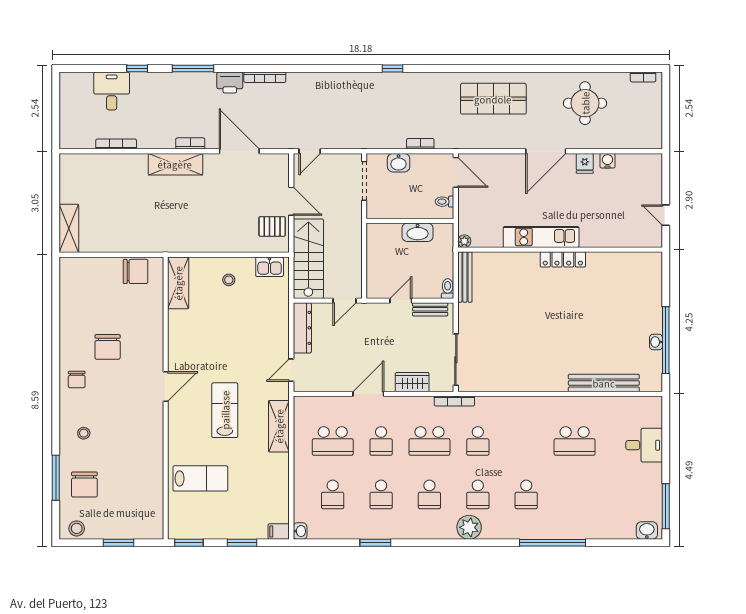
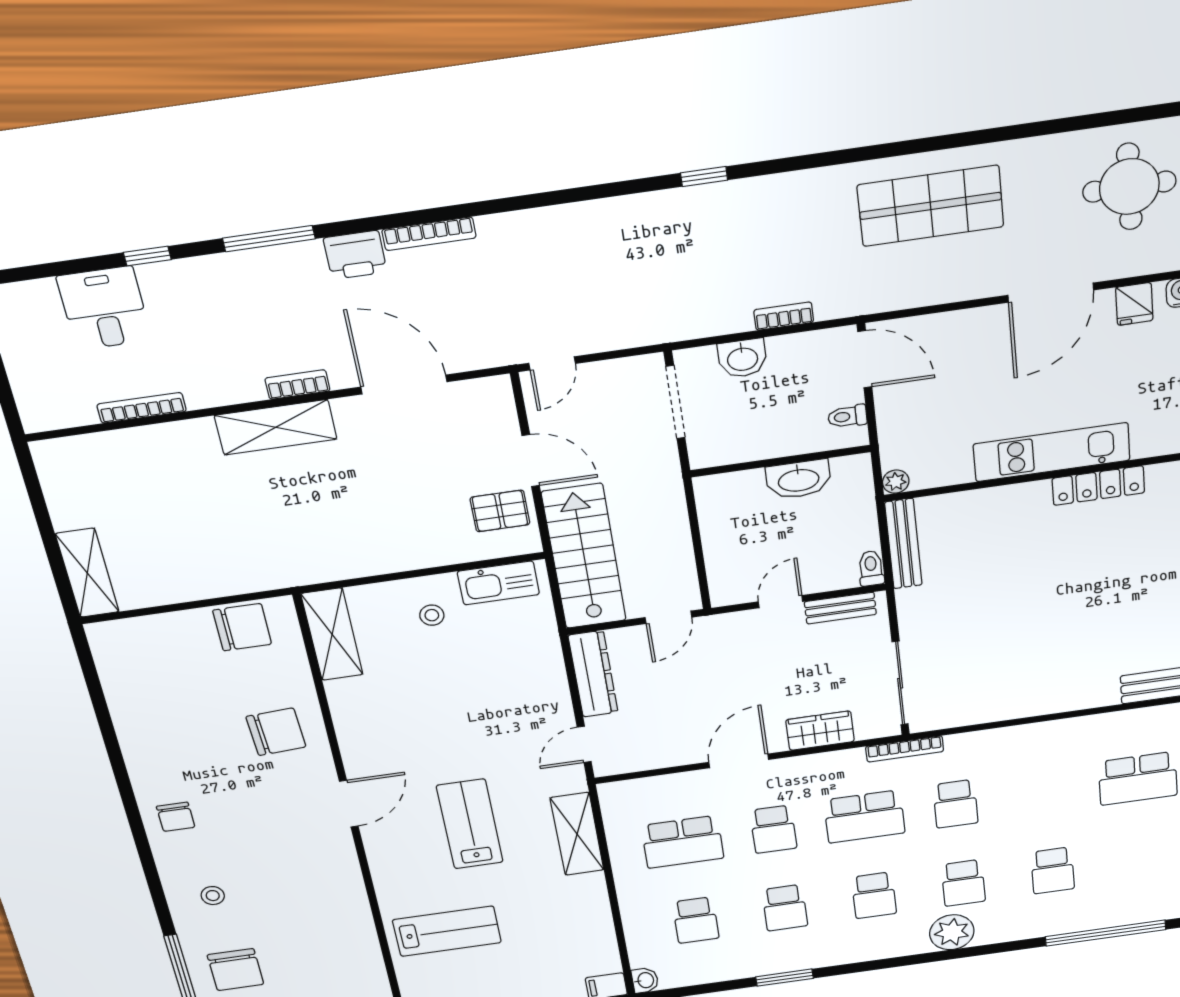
kitchen sink: (270, 267) -> (498, 583), width x1.38
chair: (108, 347) -> (276, 732), moved, turned -93

